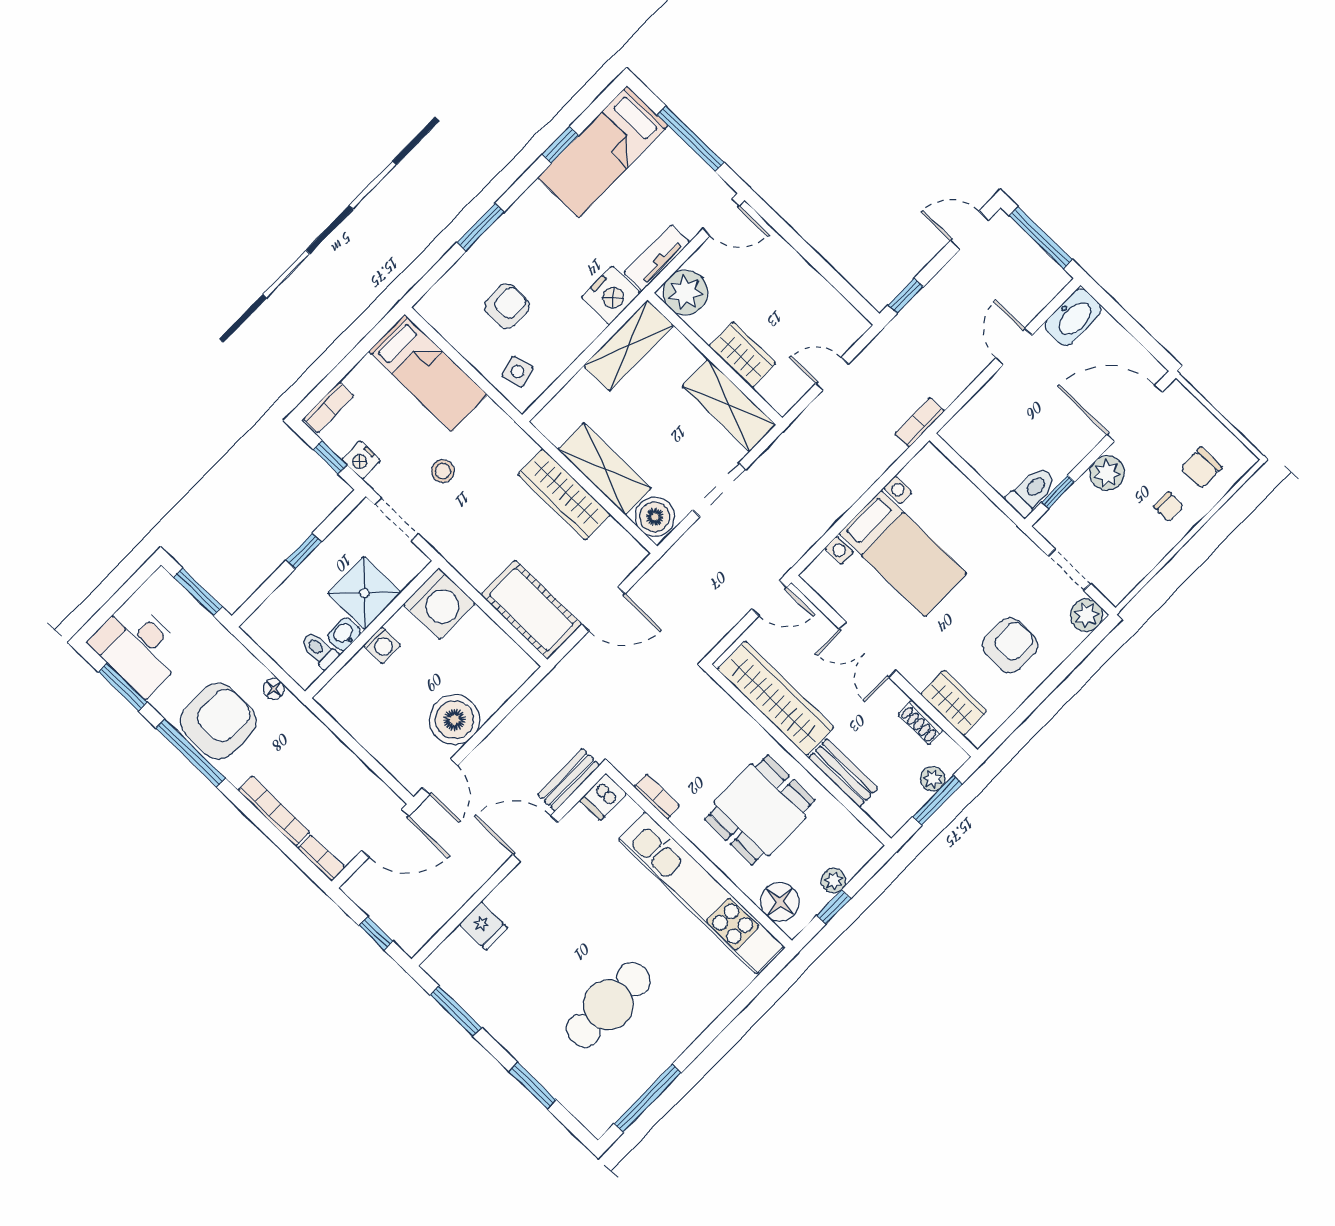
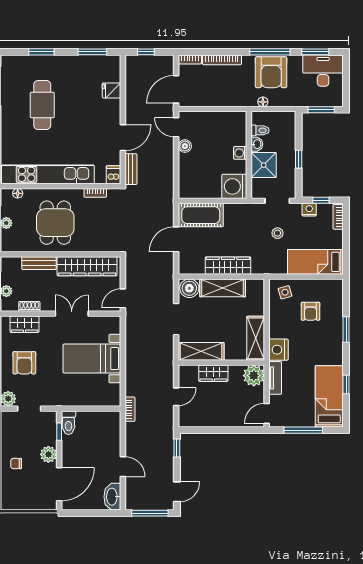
chair: (1201, 468) -> (18, 488), removed
boiler: (454, 720) -> (185, 146), width x0.54, depth x0.54
floor lamp: (780, 902) -> (18, 193), width x0.53, depth x0.53

